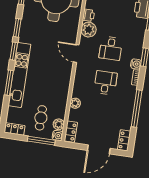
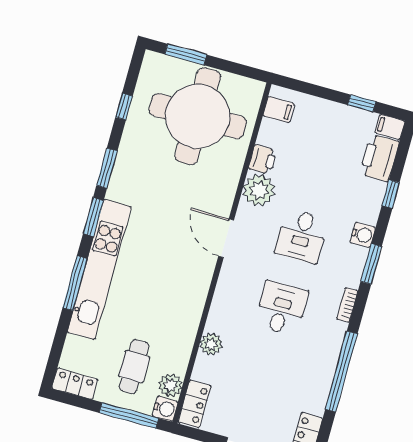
water cooler: (136, 64) -> (363, 235), moved

